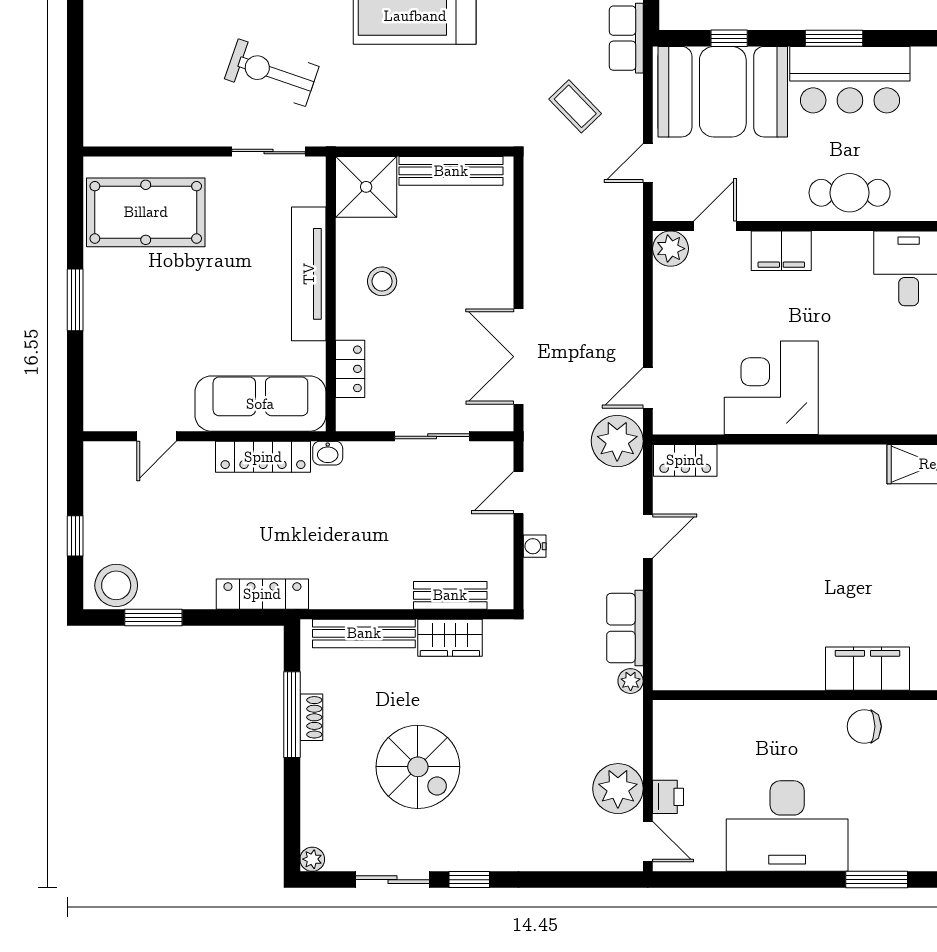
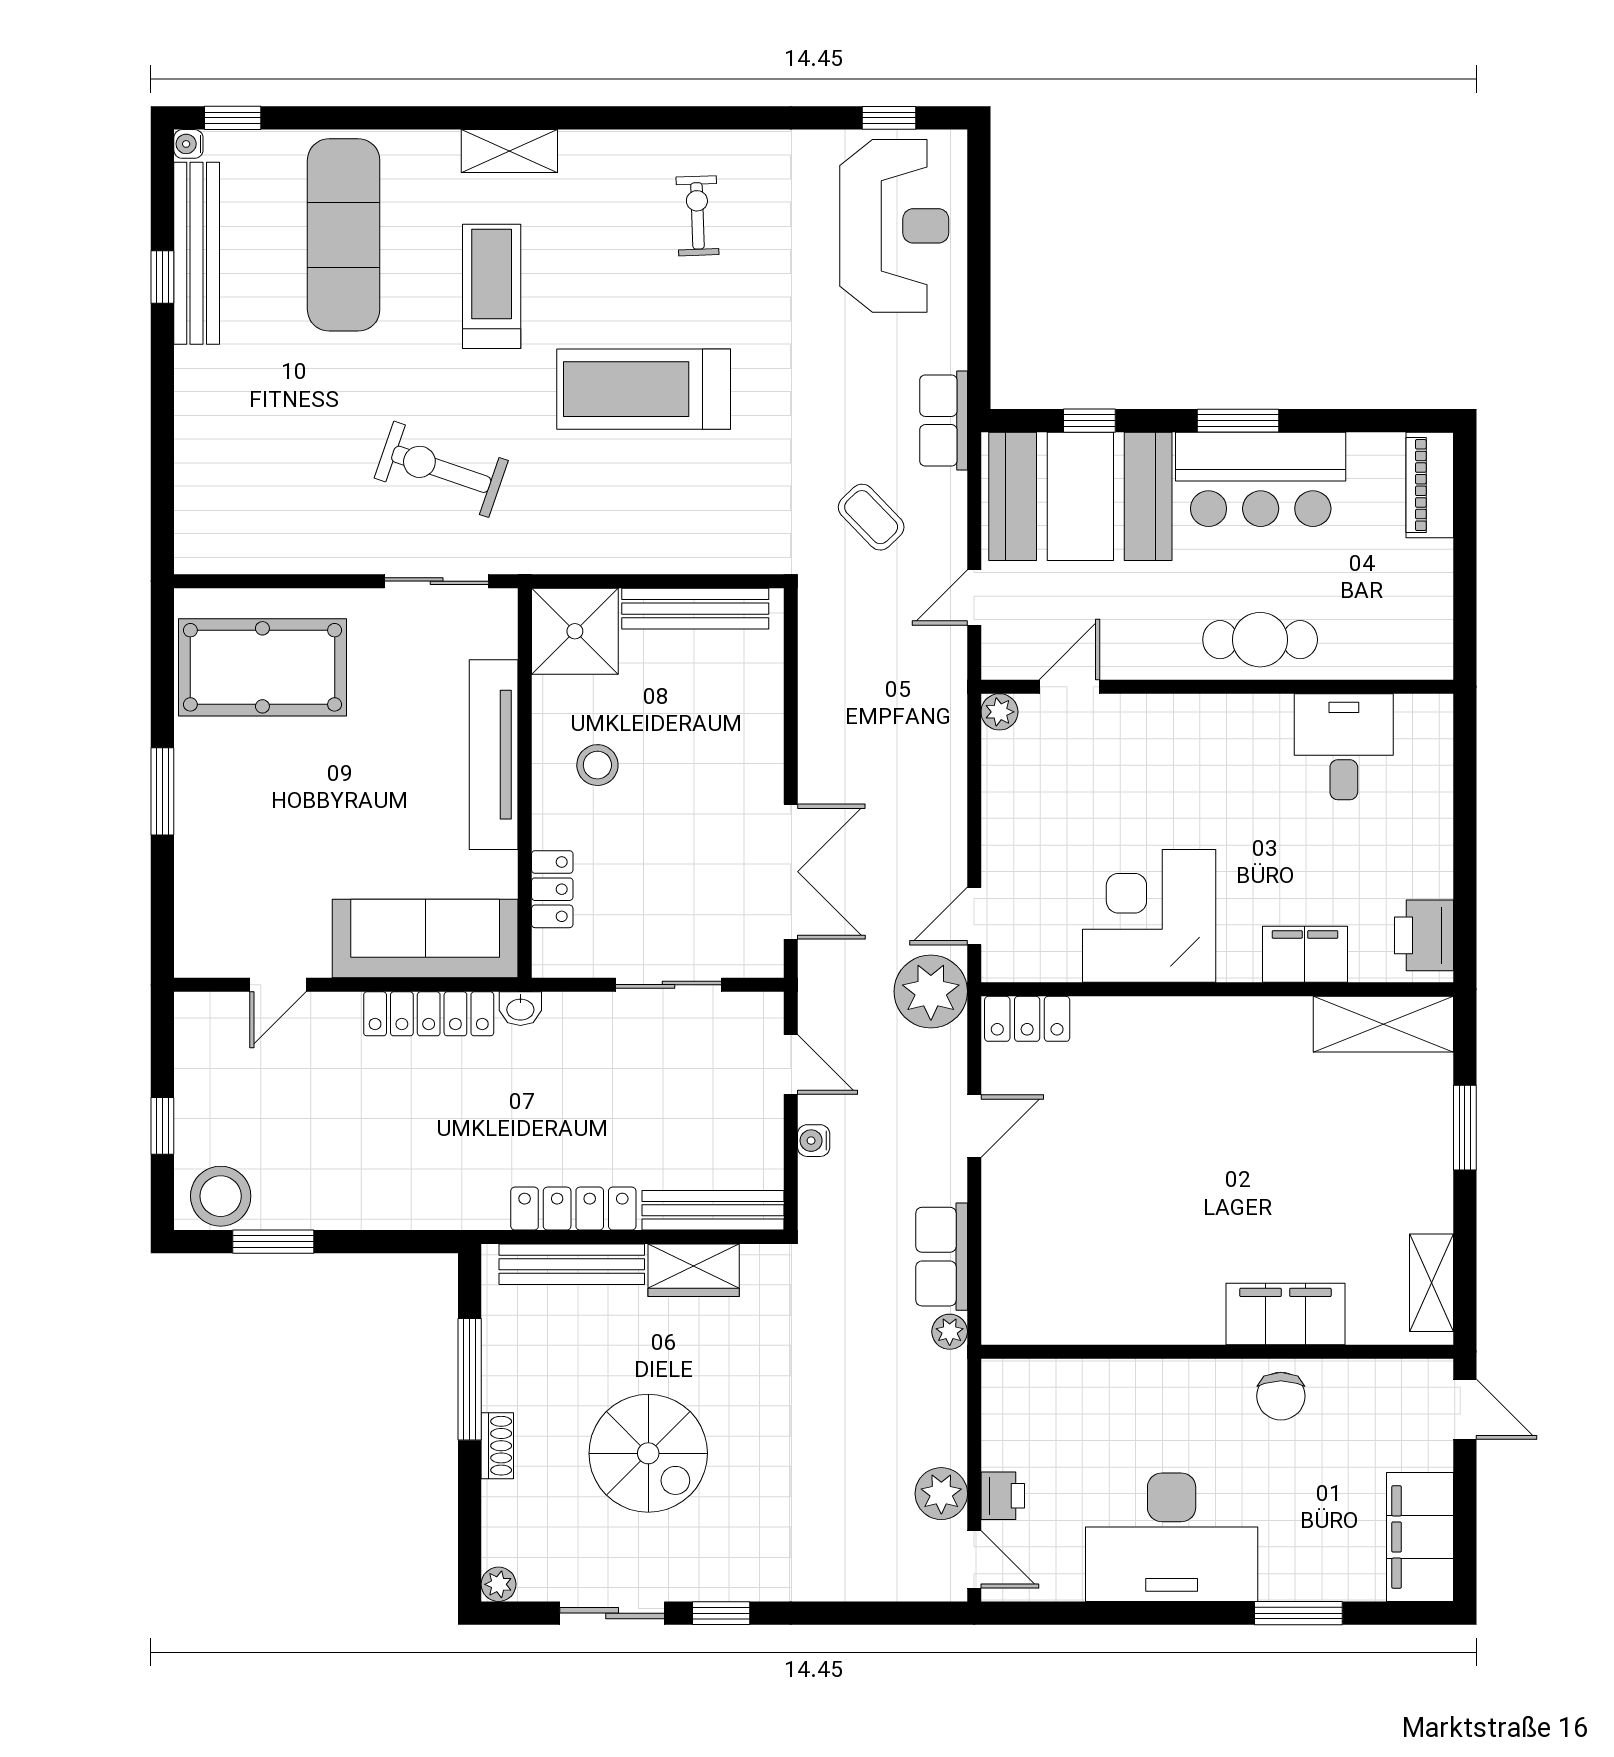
plant: (671, 249) -> (999, 712), width x0.73, depth x0.73
filing cabinet: (781, 251) -> (1305, 954), moved, turned 180
double door: (518, 357) -> (791, 872), swing flipped
door: (518, 492) -> (791, 1064), swing flipped
locker: (262, 594) -> (573, 1209), moved
bench: (450, 595) -> (713, 1210), width x1.36
shoe rack: (311, 717) -> (497, 1446), moved
chair: (864, 726) -> (1281, 1396), turned -90
plant: (618, 789) -> (941, 1494), width x0.73, depth x0.73

